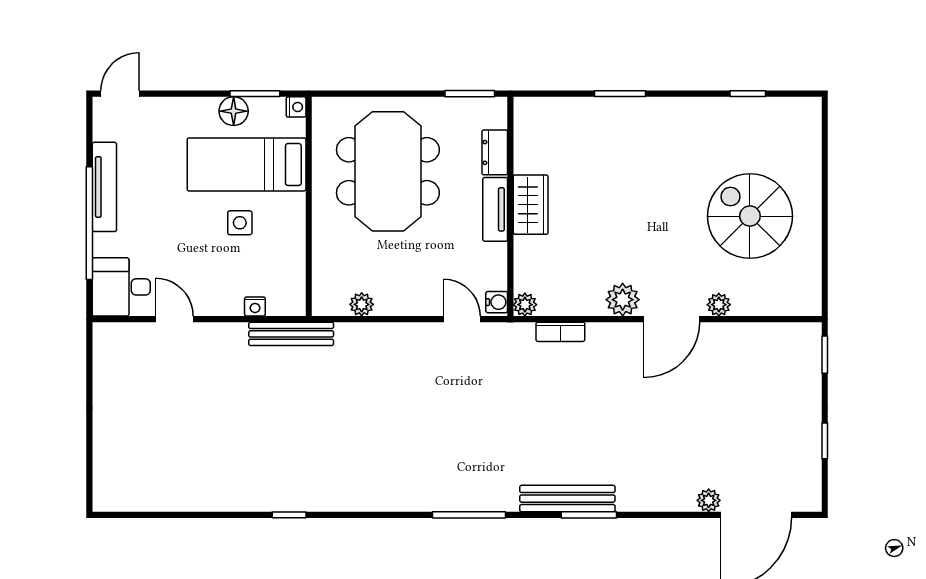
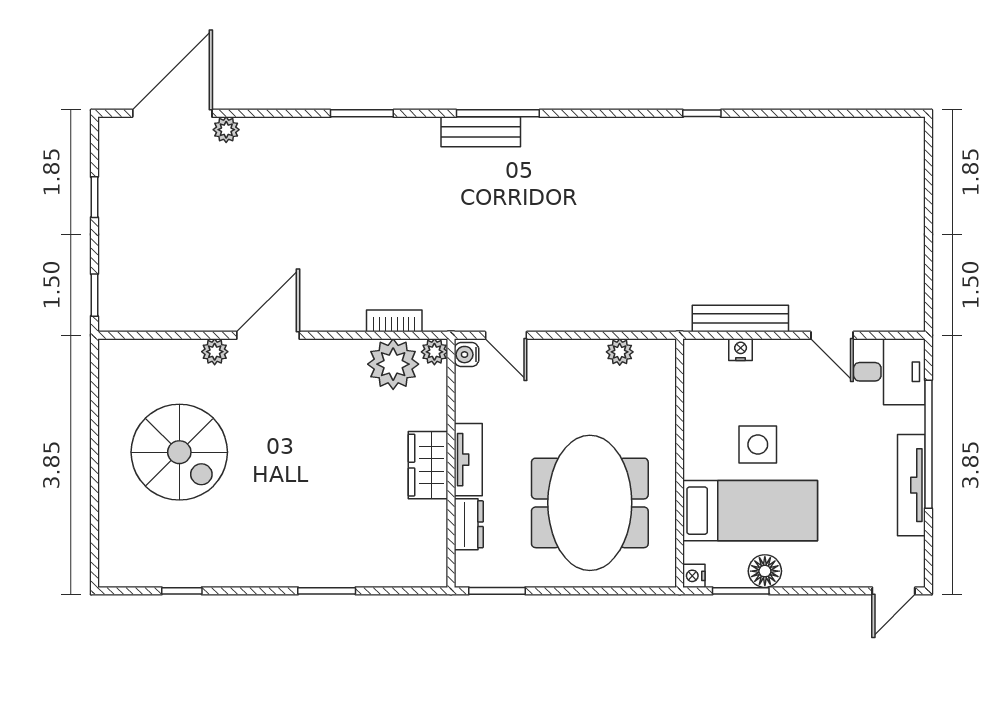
side table: (240, 223) -> (758, 445), width x1.37, depth x1.37
plant: (623, 300) -> (393, 364), moved, width x1.36, depth x1.36
bench: (291, 334) -> (740, 318), moved
bench: (567, 499) -> (481, 132), moved, width x0.73

